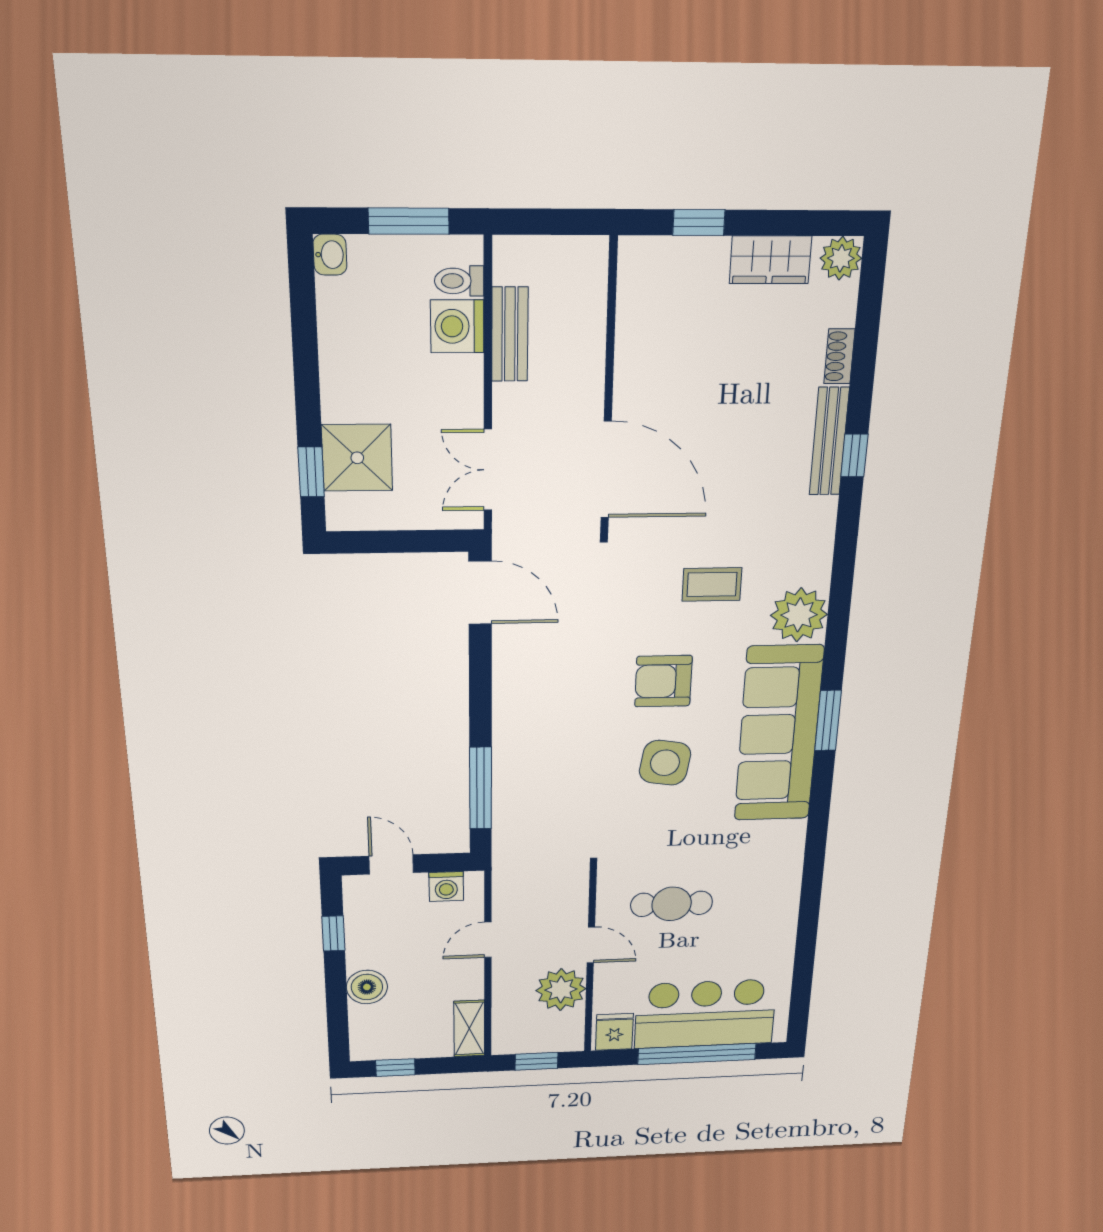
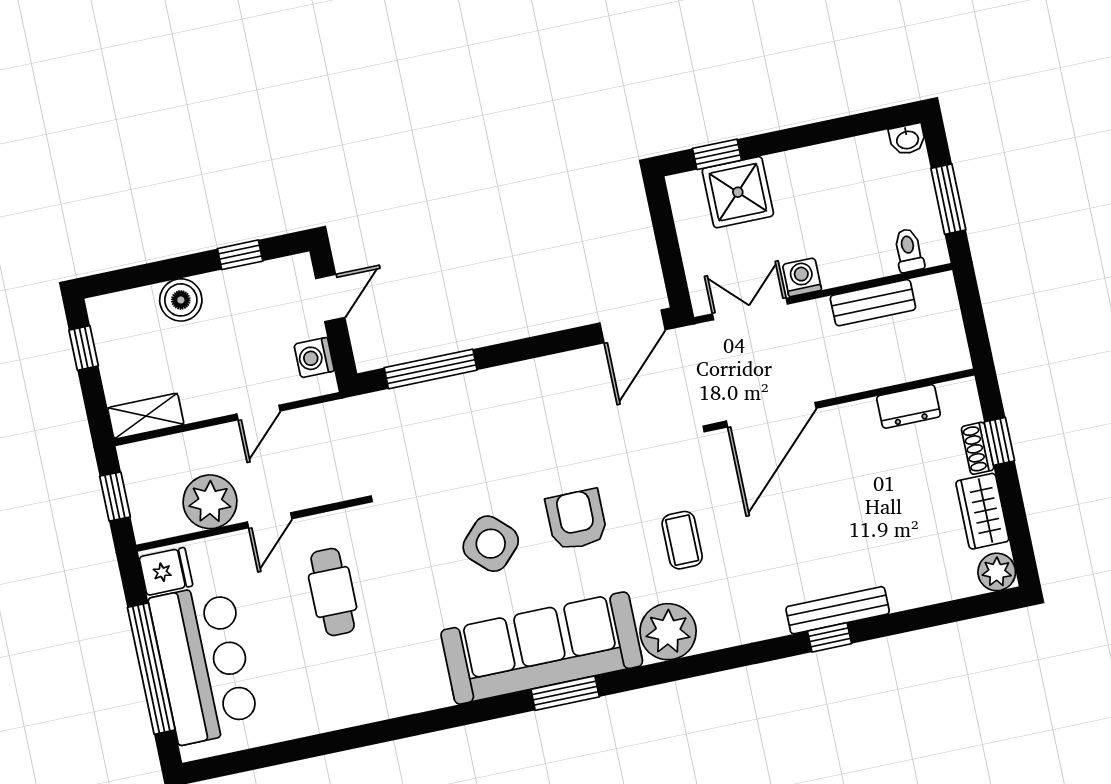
dresser: (634, 319) -> (909, 406), added
washing machine: (457, 326) -> (802, 277), moved, width x0.73, depth x0.73
shoe rack: (839, 356) -> (978, 448), moved, turned -90
side table: (665, 763) -> (491, 544), turned 35
door: (488, 940) -> (258, 413), swing flipped

